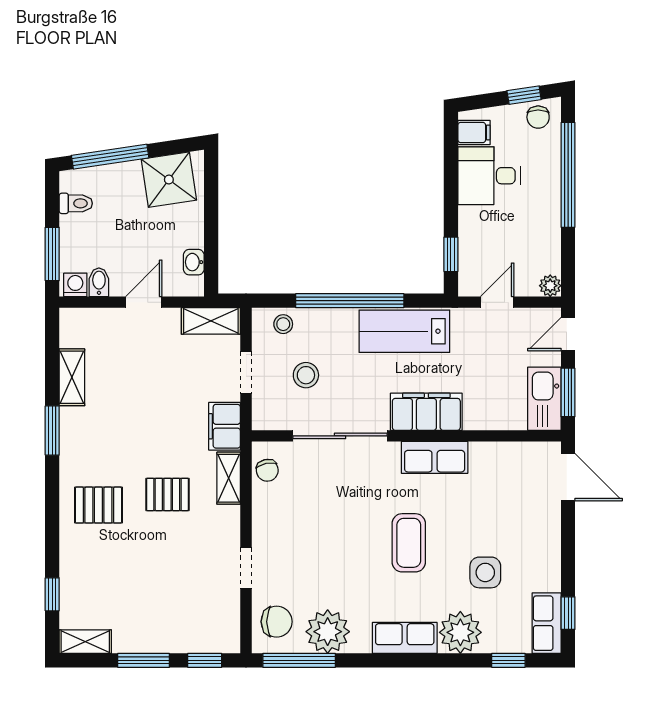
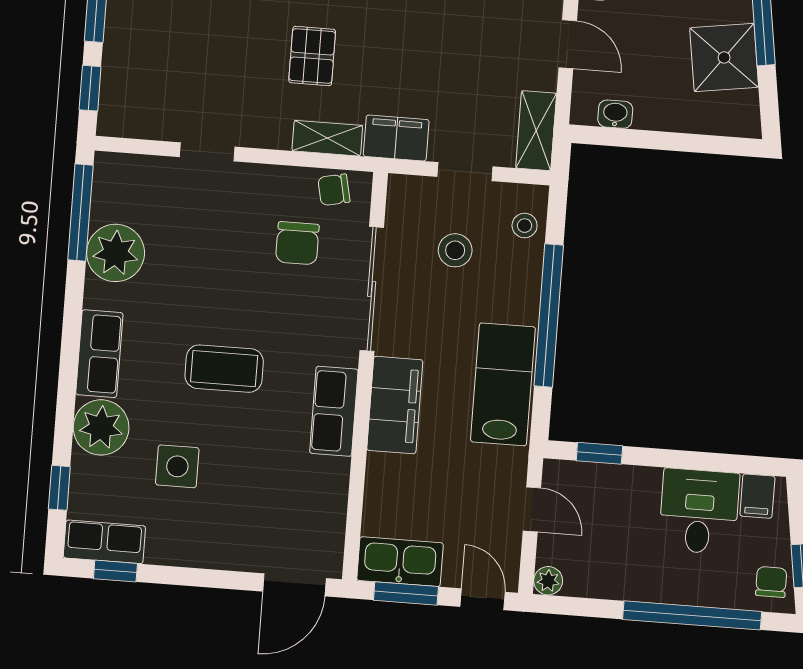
chair: (538, 117) -> (771, 582), turned 90
shower: (169, 180) -> (724, 57), moved
chair: (277, 622) -> (297, 243), moved

